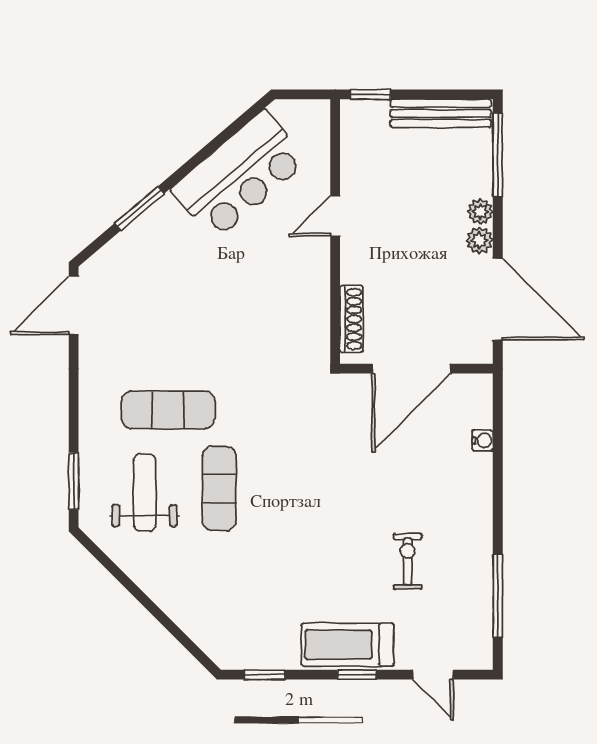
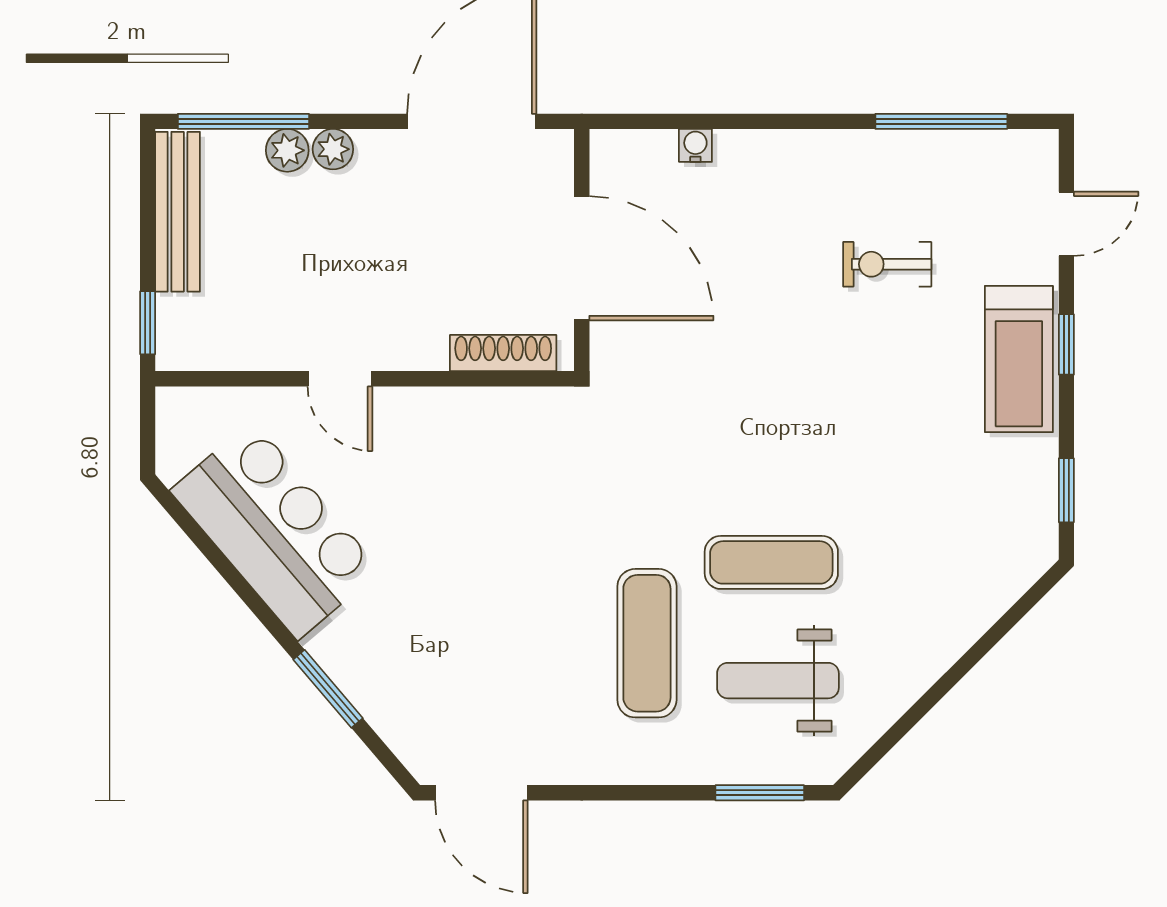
plant: (479, 240) -> (287, 150), moved

